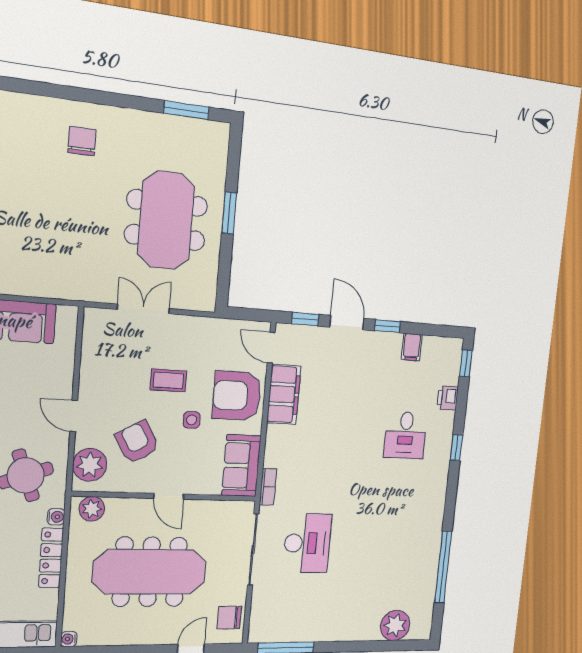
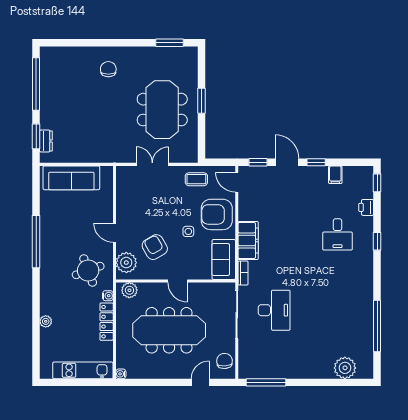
coffee table: (168, 380) -> (196, 179), moved
filing cabinet: (284, 394) -> (248, 240), moved
chair: (229, 618) -> (225, 361), turned 87

